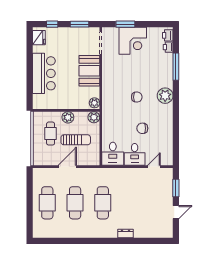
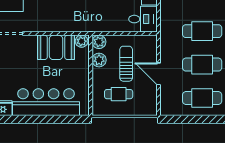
booth: (89, 71) -> (56, 47), moved
bar counter: (44, 73) -> (46, 102), width x1.36
plant: (68, 117) -> (99, 60), moved

